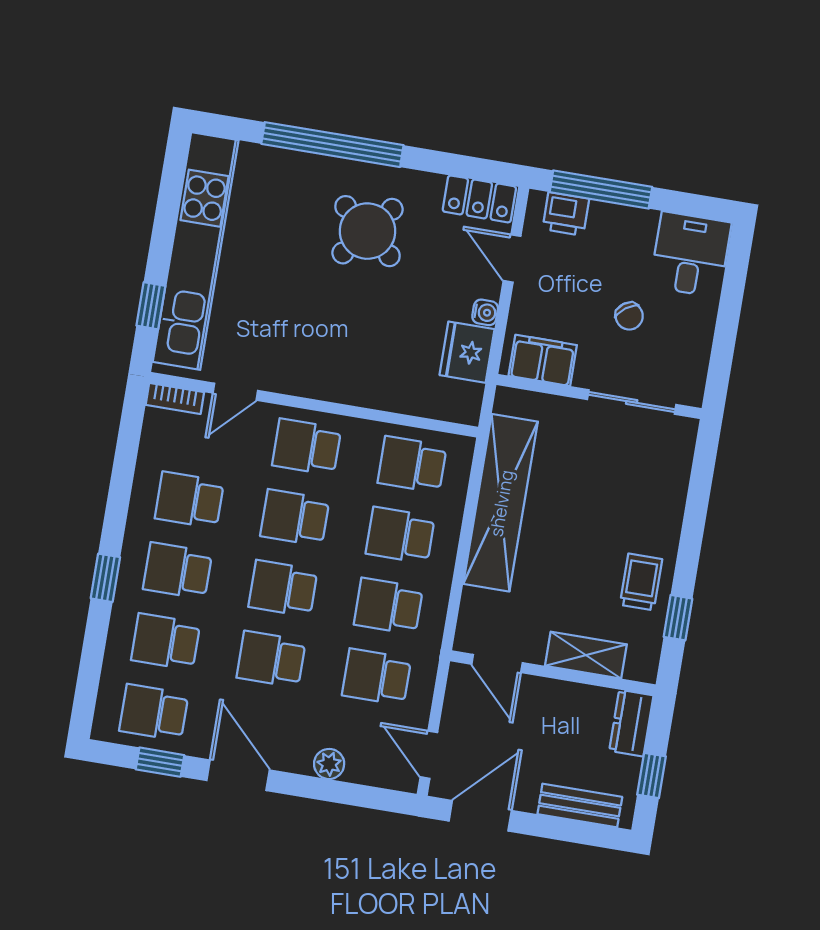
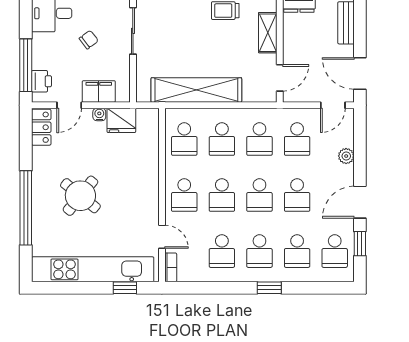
round table: (368, 231) -> (80, 196), moved
filing cabinet: (543, 360) -> (99, 91), moved, turned 90

